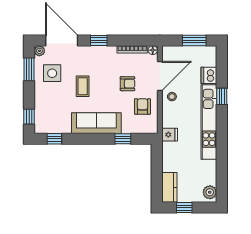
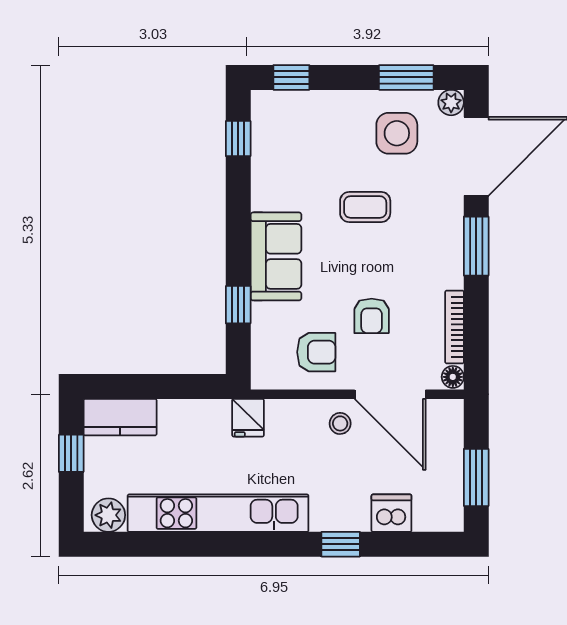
window: (99, 40) -> (476, 246), width x1.50
kitchen unit: (209, 122) -> (218, 513), moved
sofa: (96, 123) -> (276, 256), width x0.73

